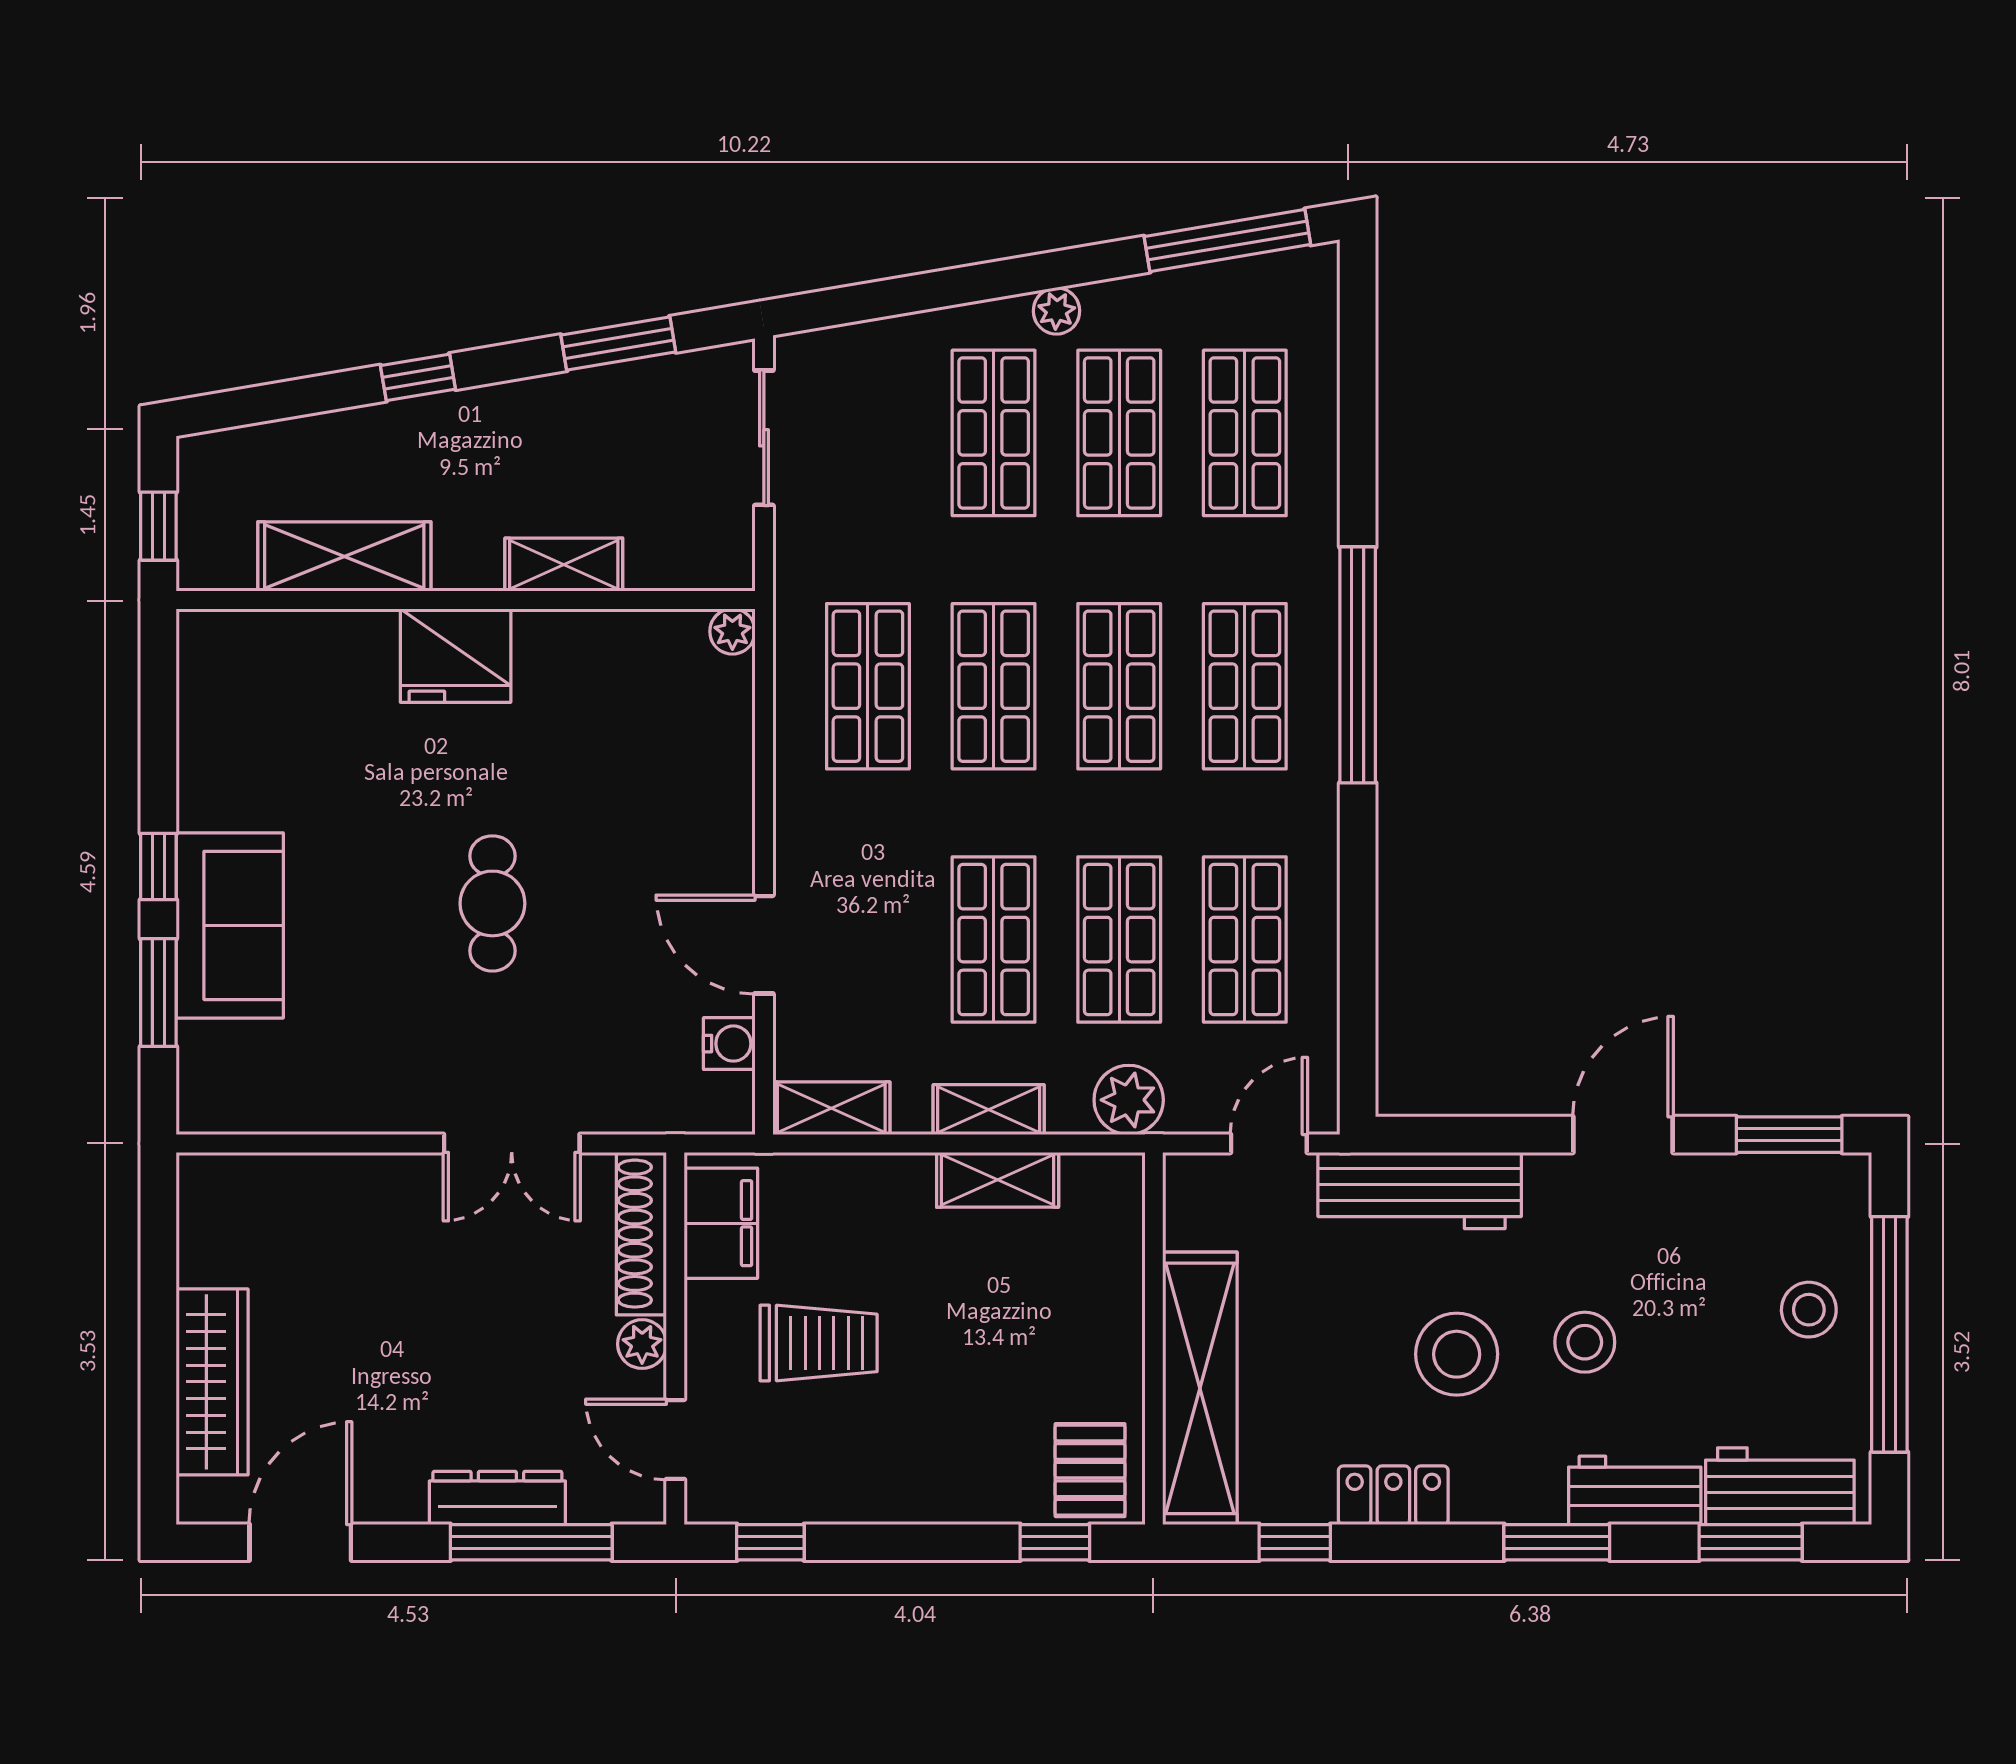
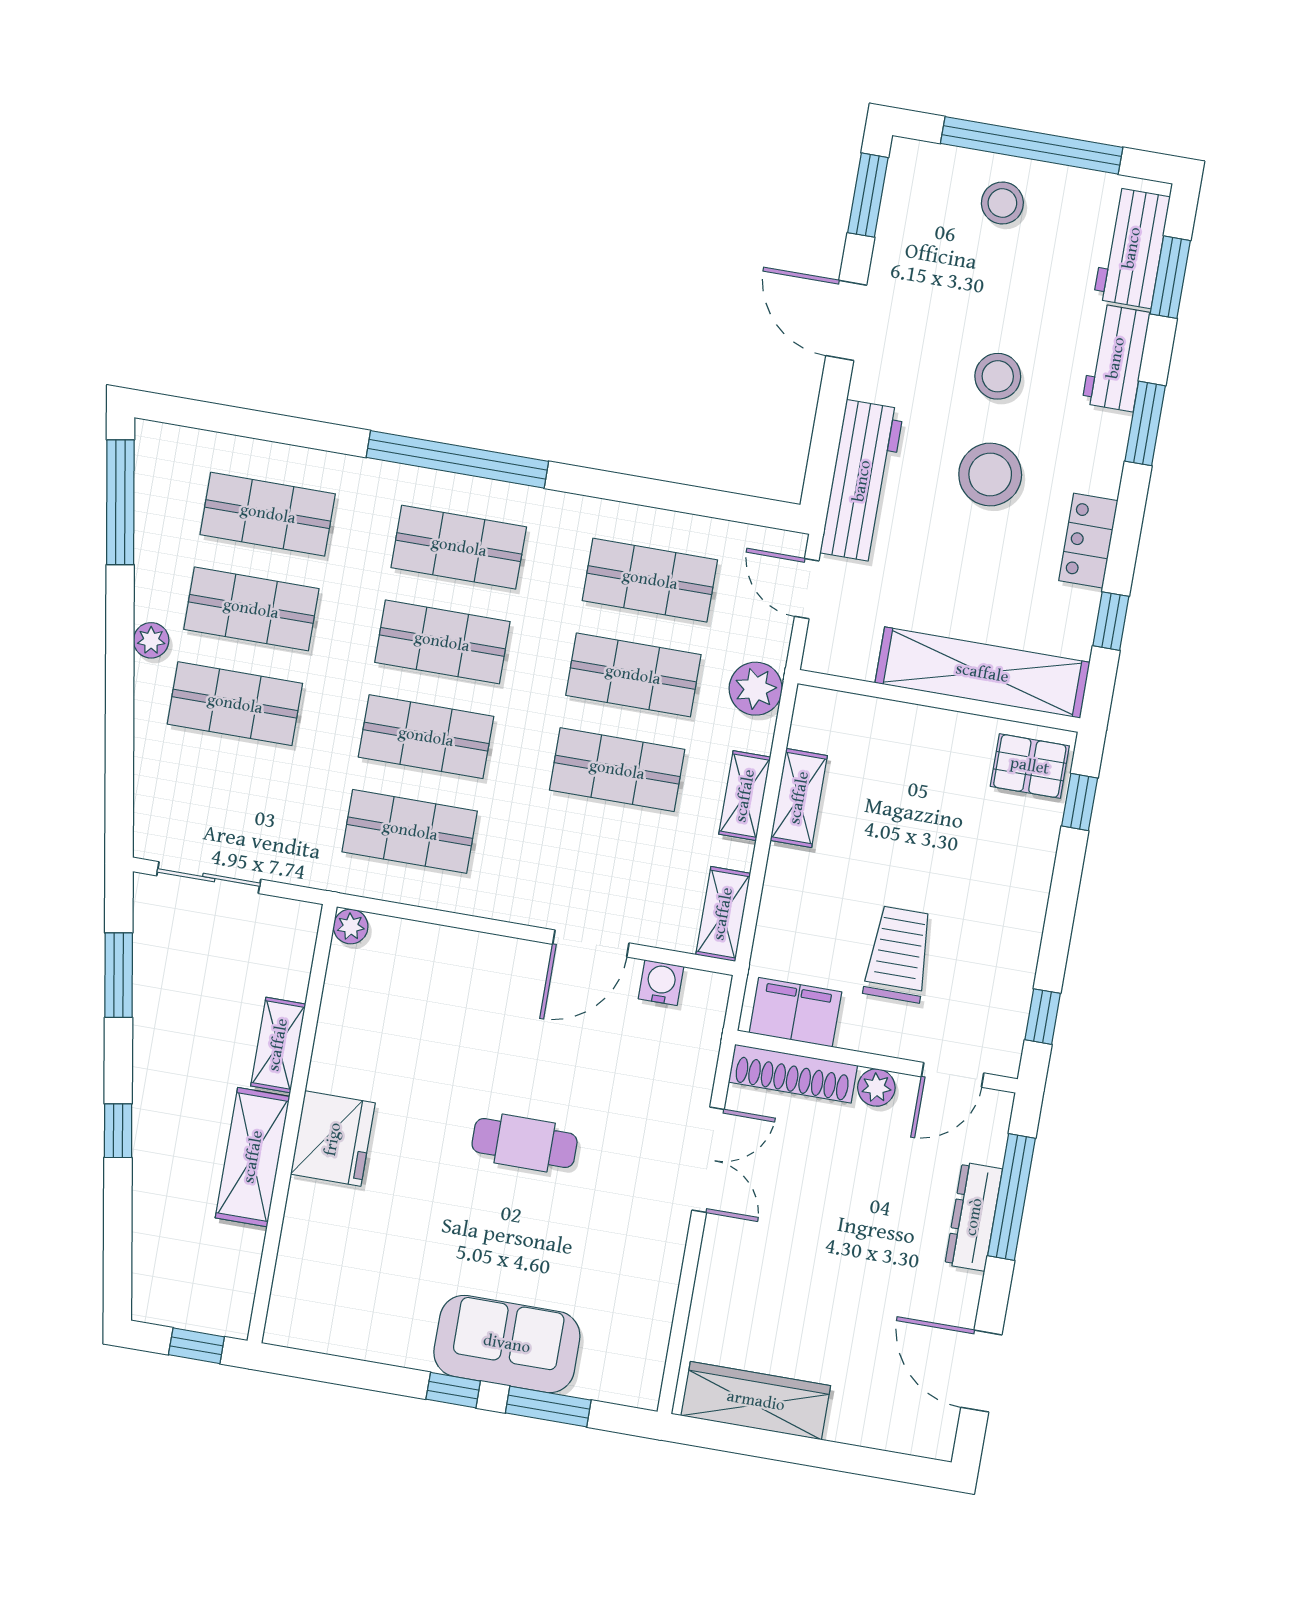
shelving: (344, 556) -> (253, 1157), moved
wardrobe: (212, 1382) -> (756, 1401), moved

